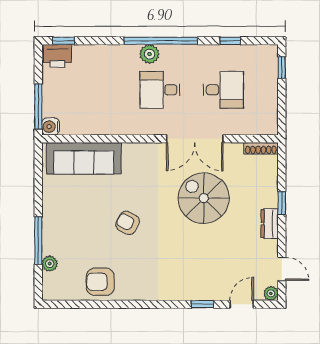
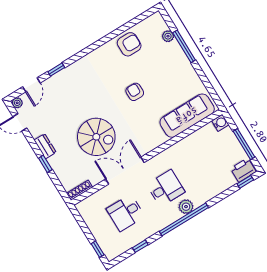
window: (38, 107) -> (244, 144), moved
armchair: (128, 223) -> (135, 92), turned -118

